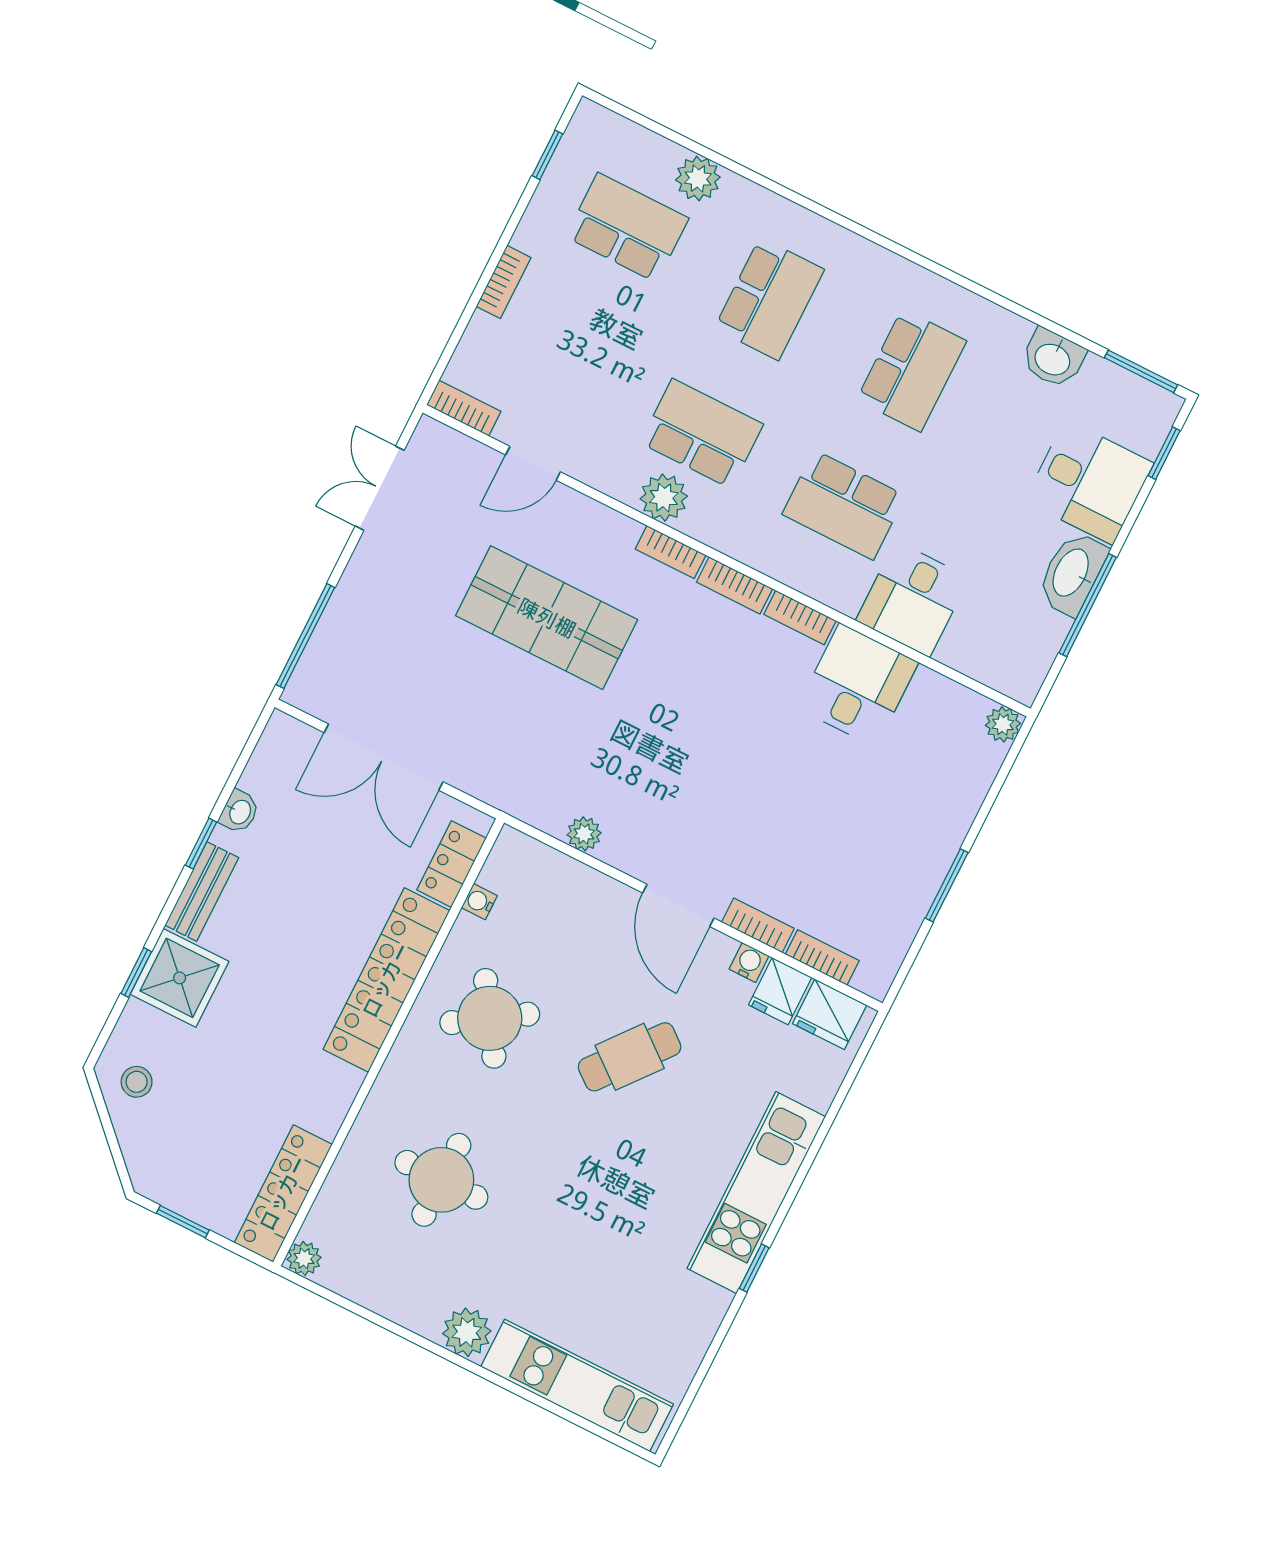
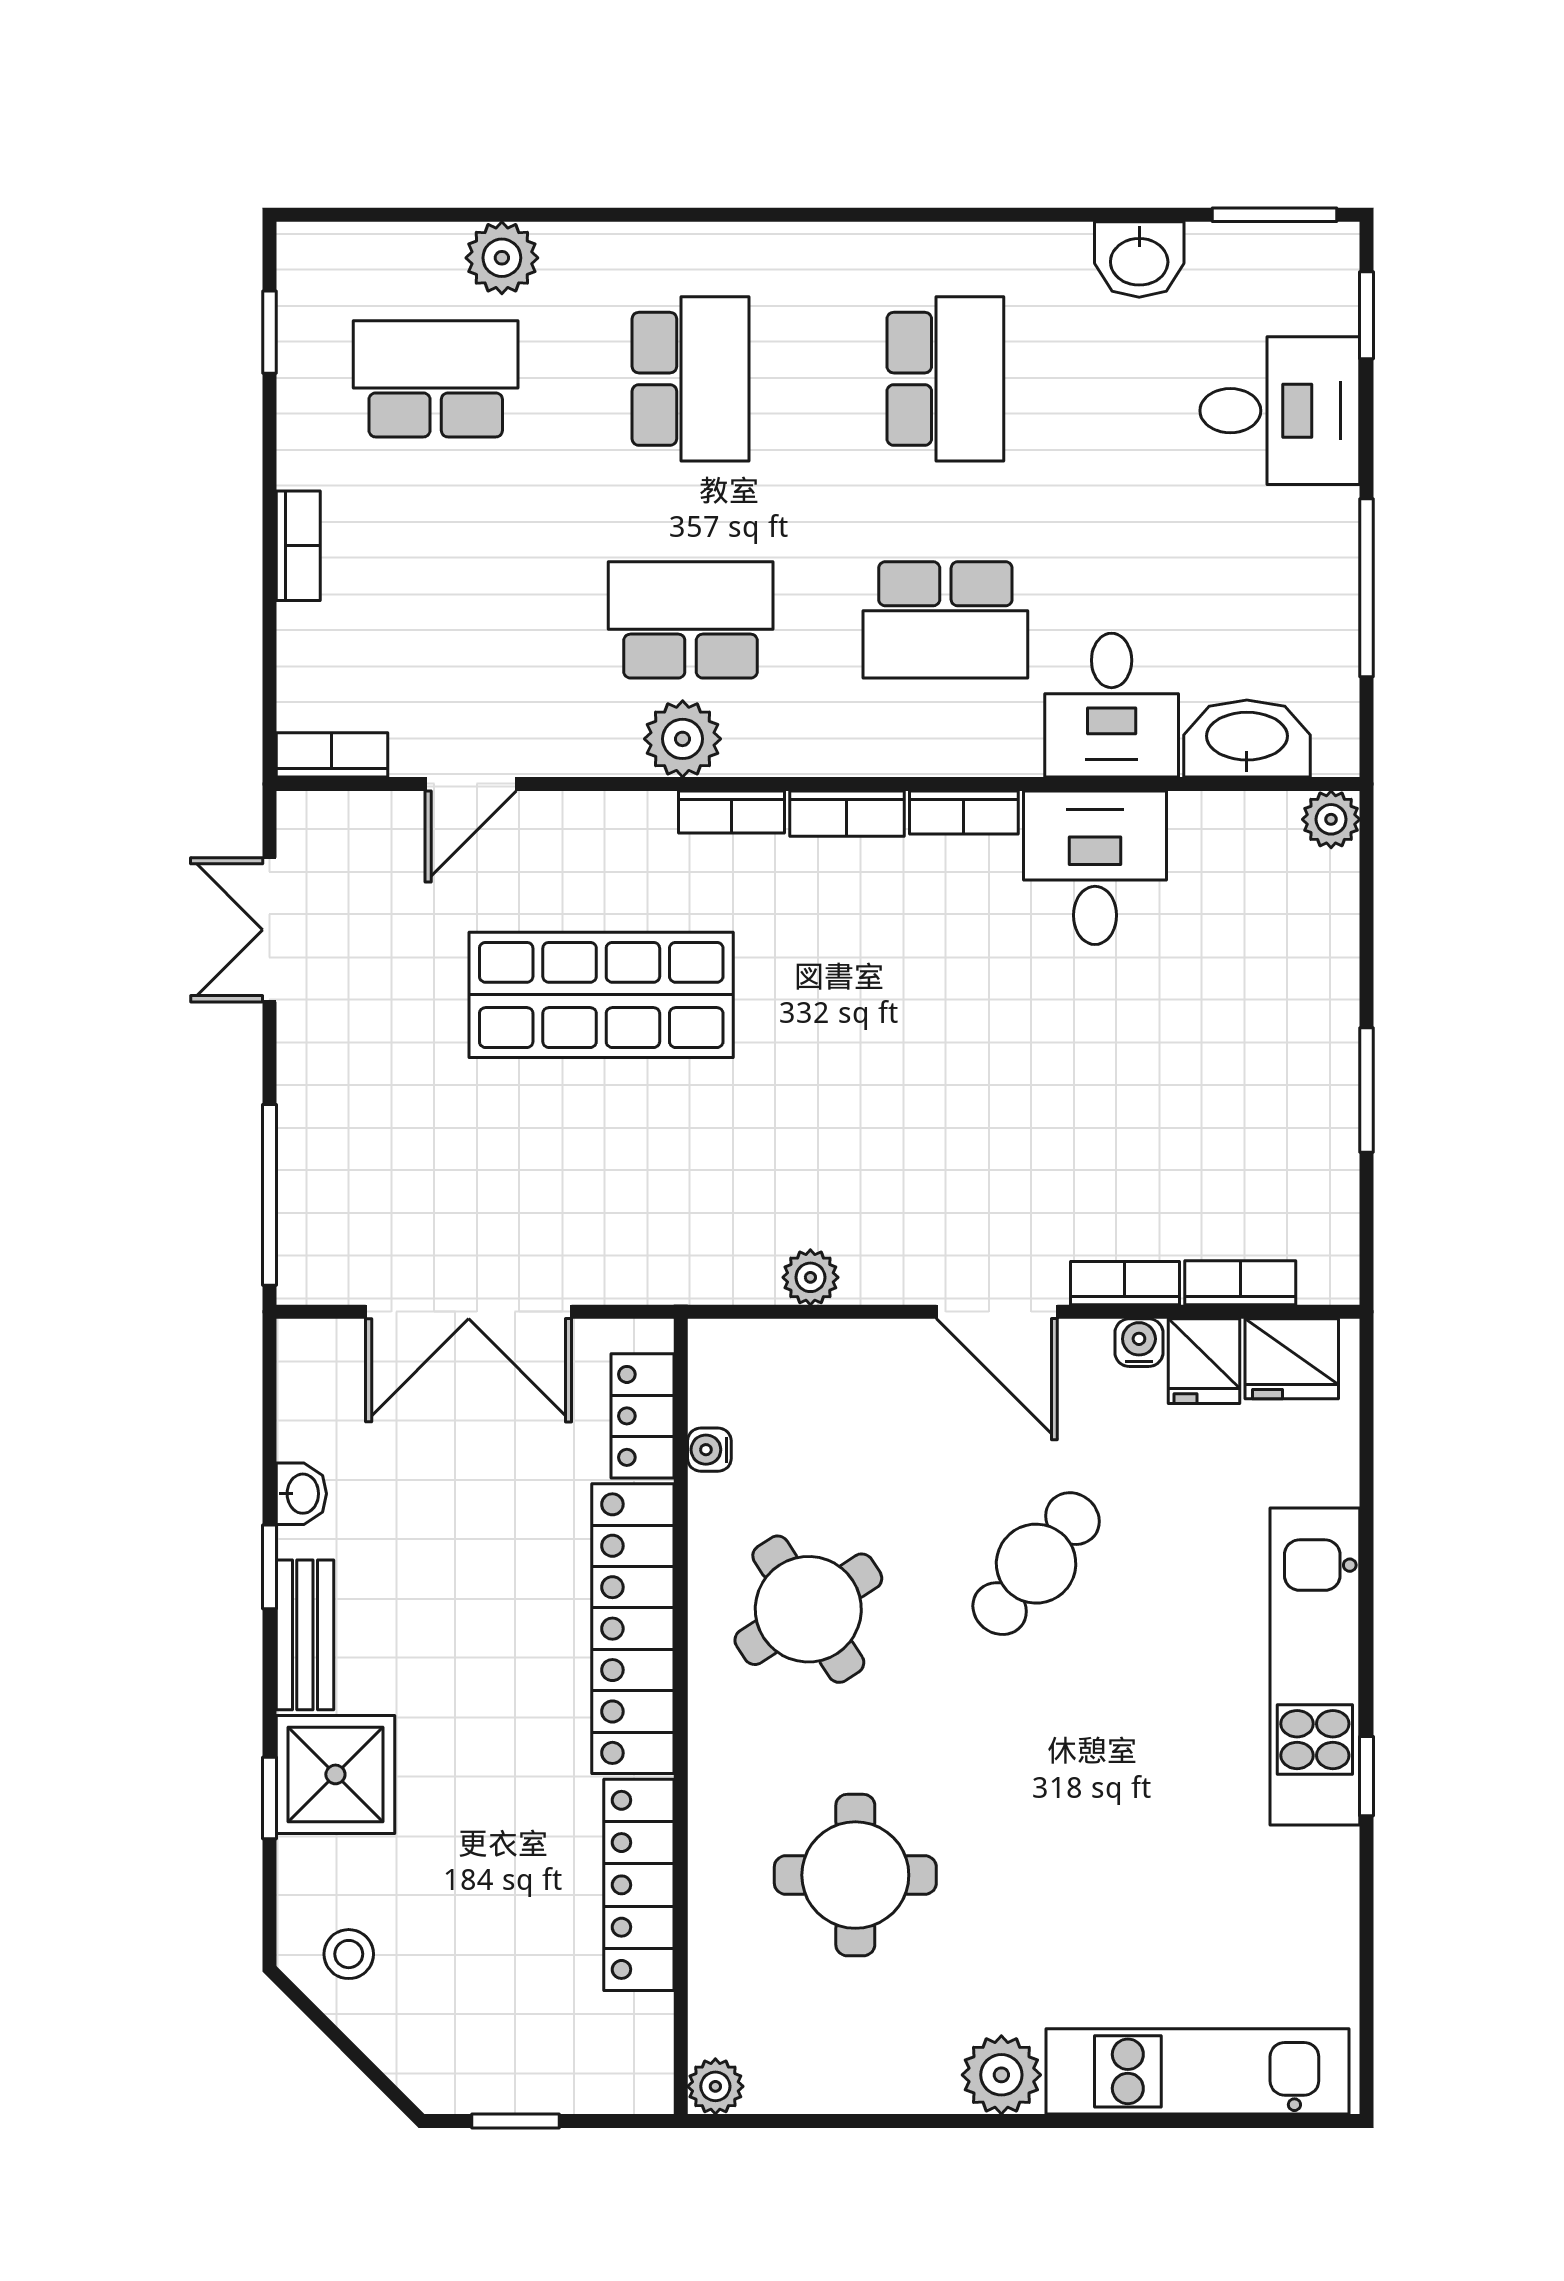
washbasin: (1072, 573) -> (1247, 738), moved, turned 90
locker: (283, 1193) -> (639, 1885), moved

